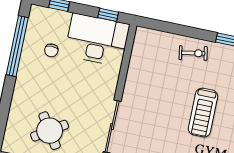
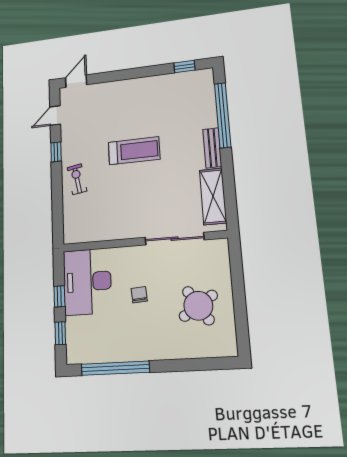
window: (108, 15) -> (59, 296), moved
chair: (51, 50) -> (139, 295), moved, turned -94

